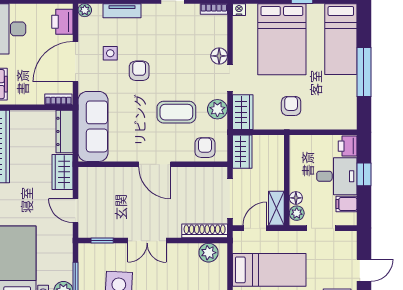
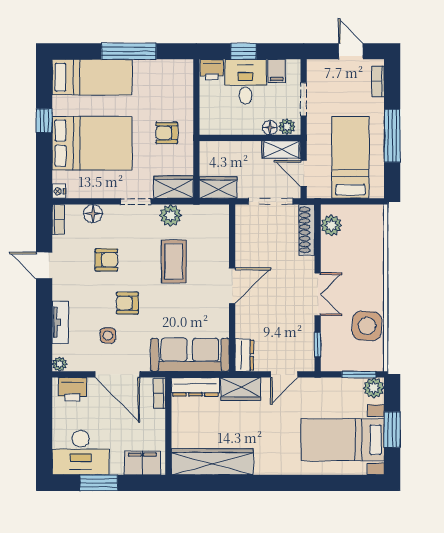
floor lamp: (219, 56) -> (93, 214), moved
armchair: (205, 148) -> (106, 260), moved, turned 180
dresser: (93, 175) -> (244, 355), added

